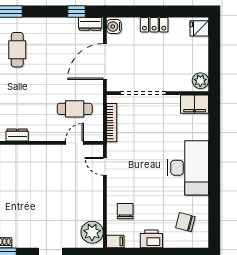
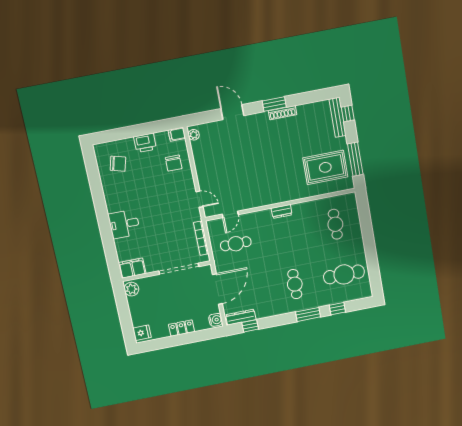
dresser: (90, 24) -> (241, 317), width x1.44
desk: (188, 168) -> (124, 224), width x0.53, depth x0.77
plant: (92, 232) -> (194, 135), width x0.53, depth x0.53

